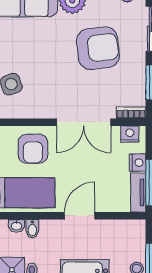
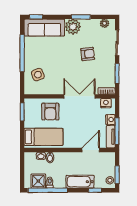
armchair: (98, 48) -> (88, 54), width x0.53, depth x0.53
double door: (84, 122) -> (79, 96), swing flipped
door: (80, 216) -> (91, 150), moved

